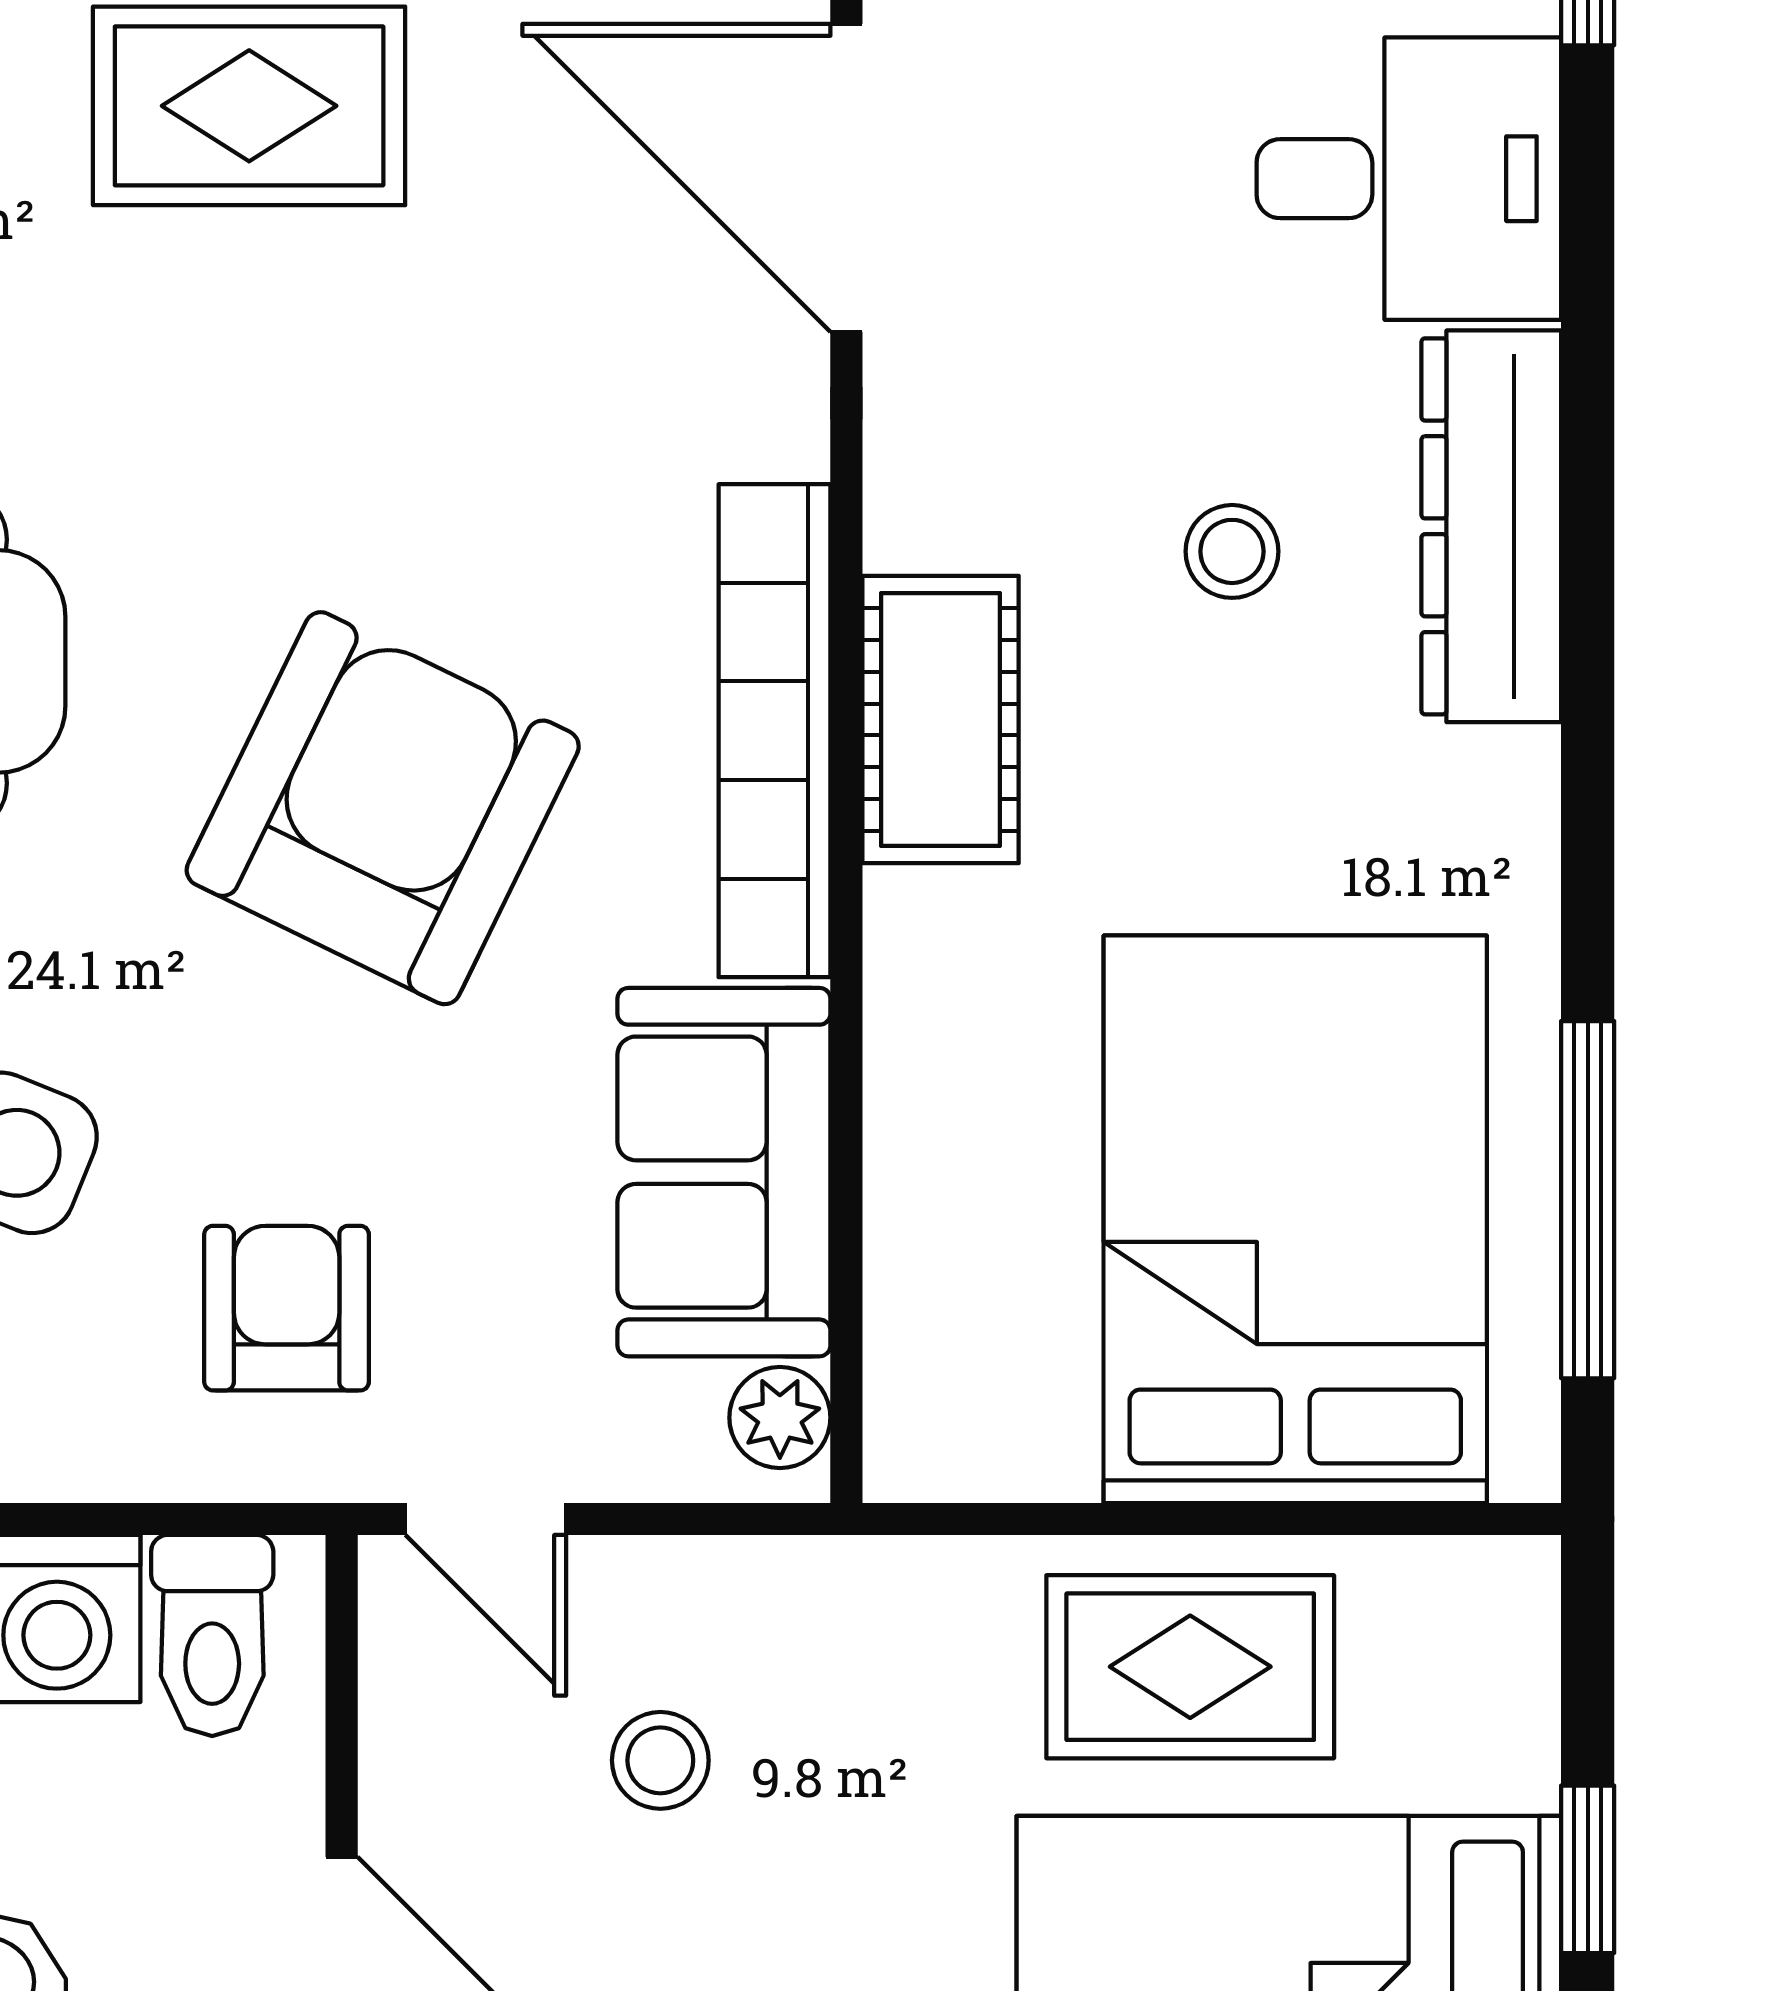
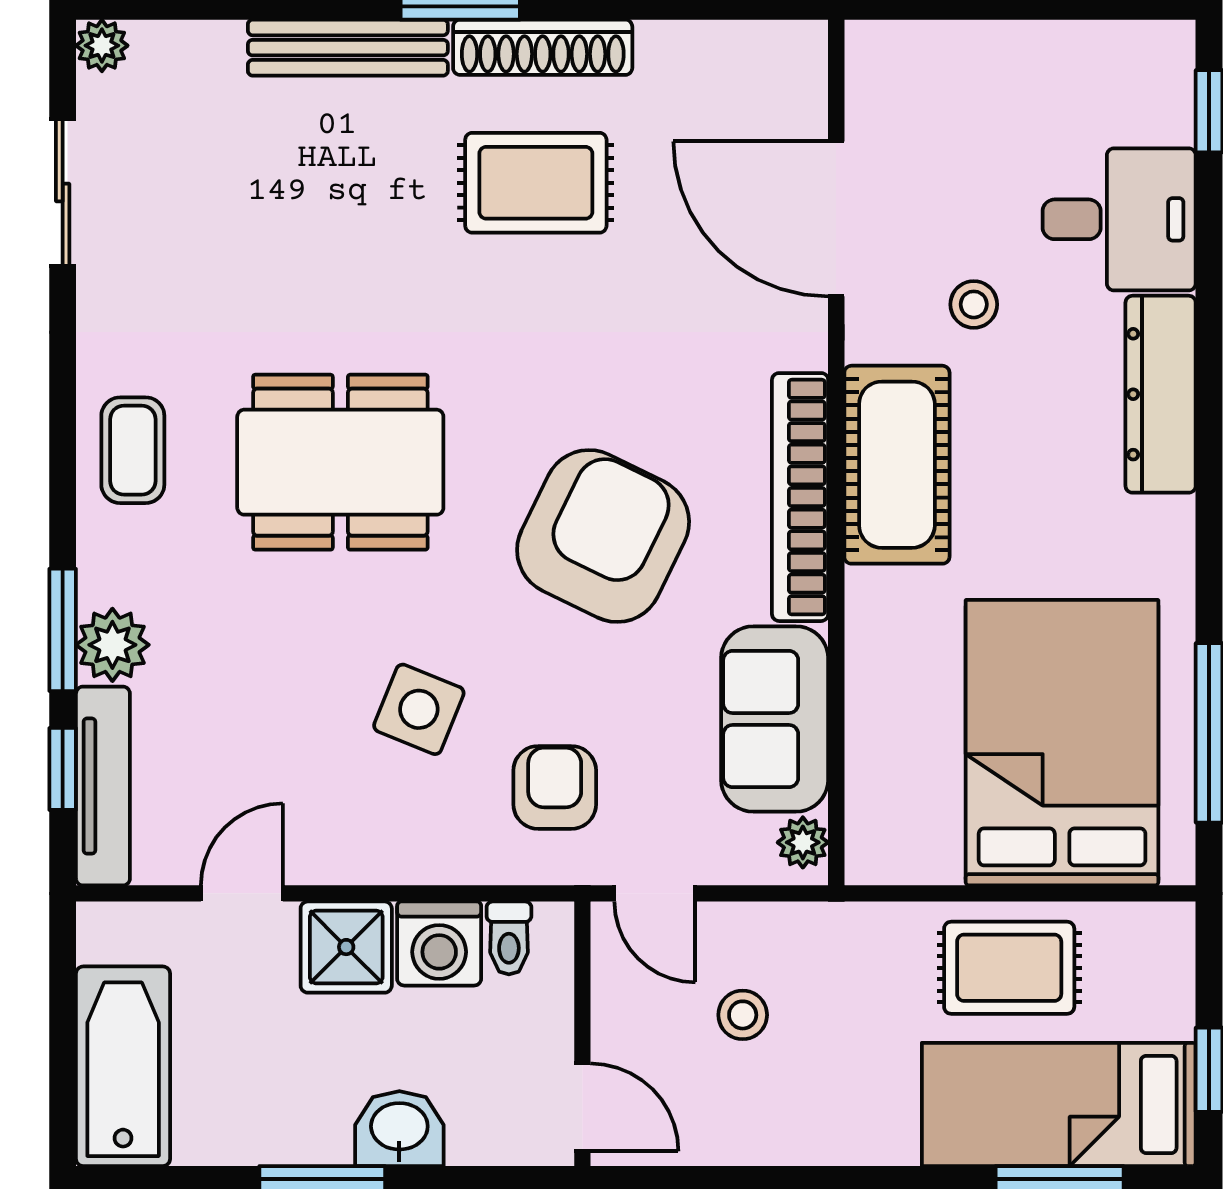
stool: (1232, 551) -> (974, 304), moved
cot: (941, 720) -> (897, 465), width x1.37, depth x1.34
toilet: (212, 1635) -> (509, 938), width x0.73, depth x0.72

